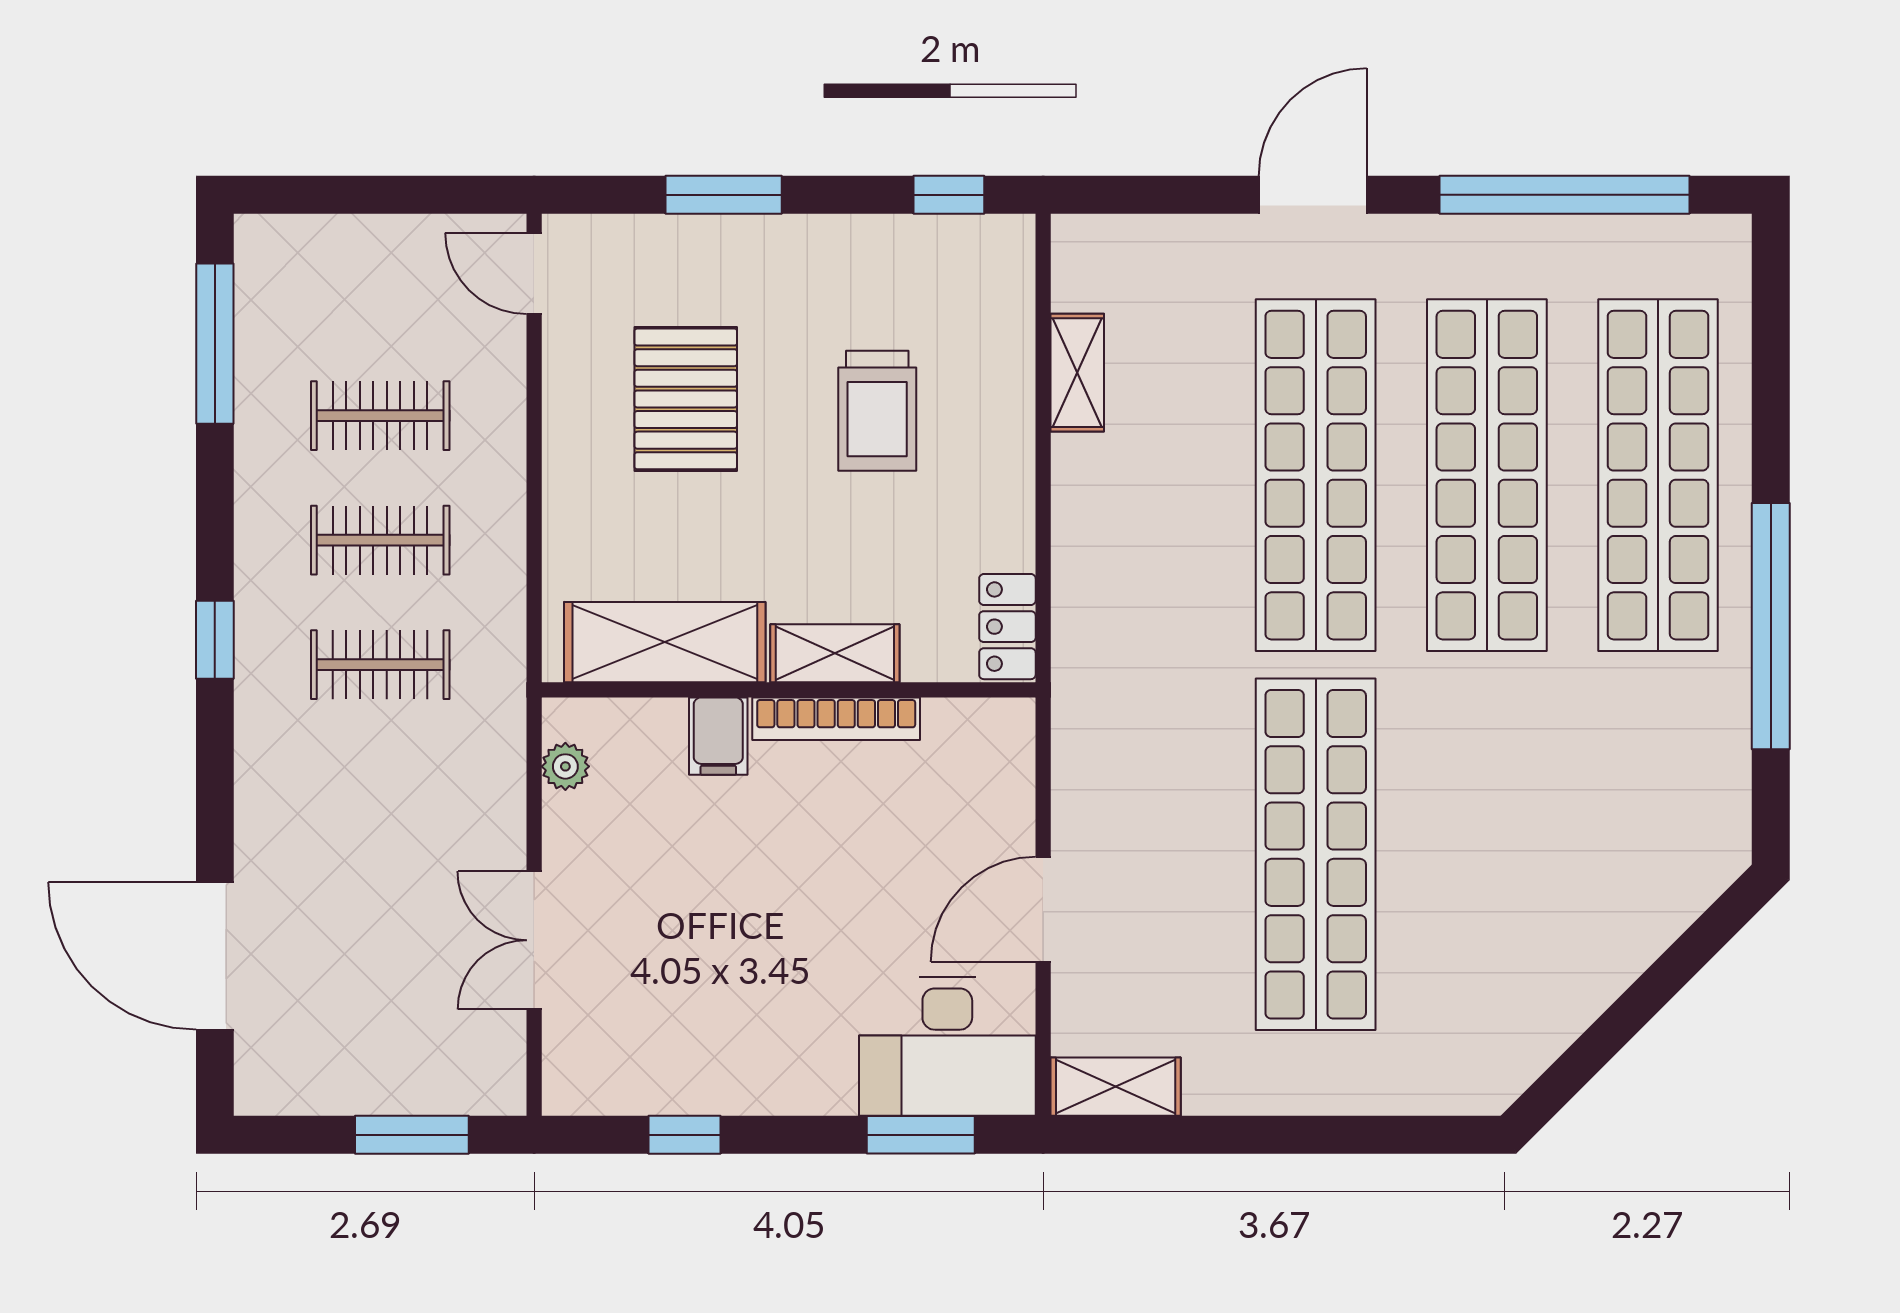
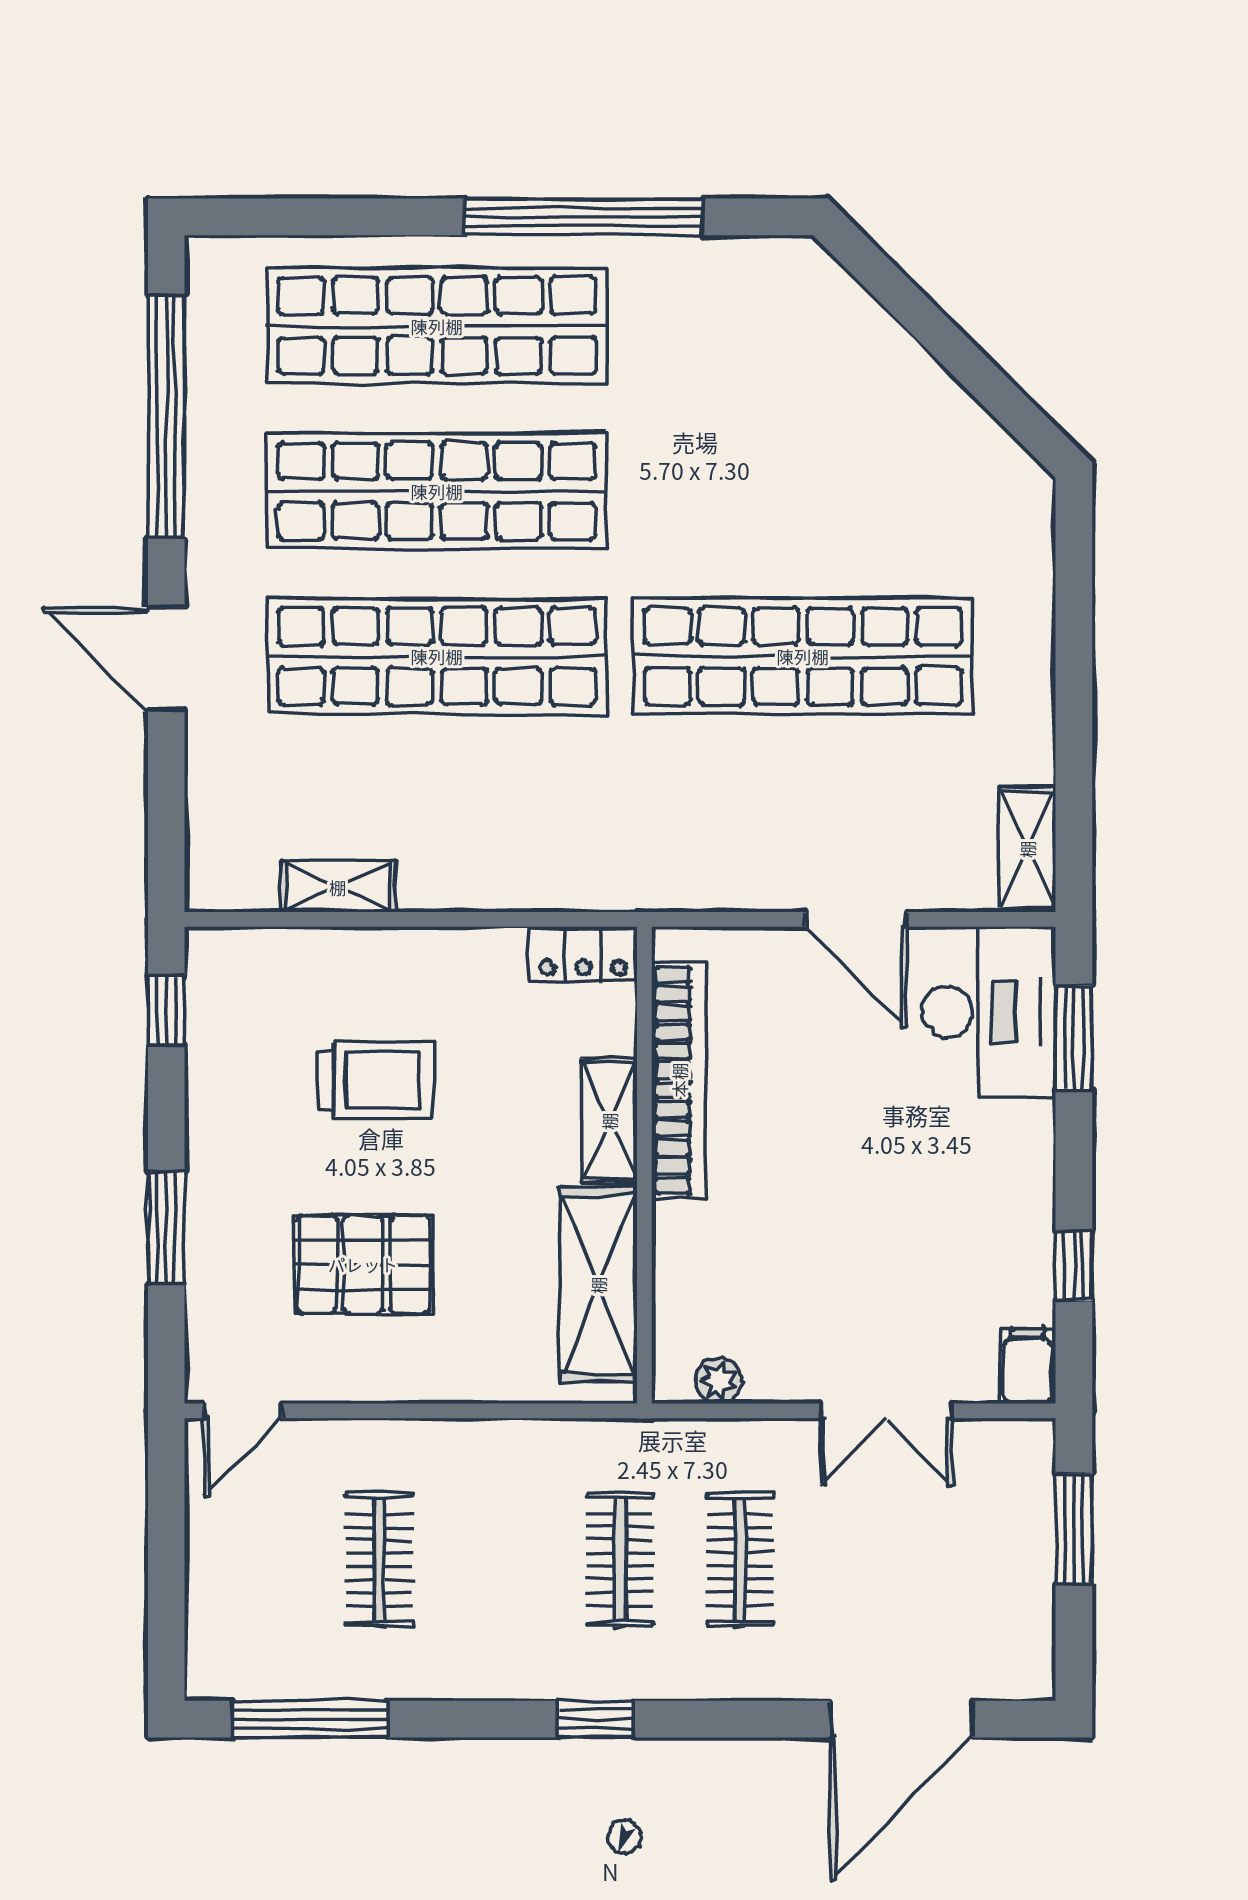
clothes rail: (380, 540) -> (740, 1560), moved
bookcase: (836, 719) -> (679, 1080), width x1.48, depth x1.31
filing cabinet: (718, 736) -> (1028, 1366), moved, turned -90

